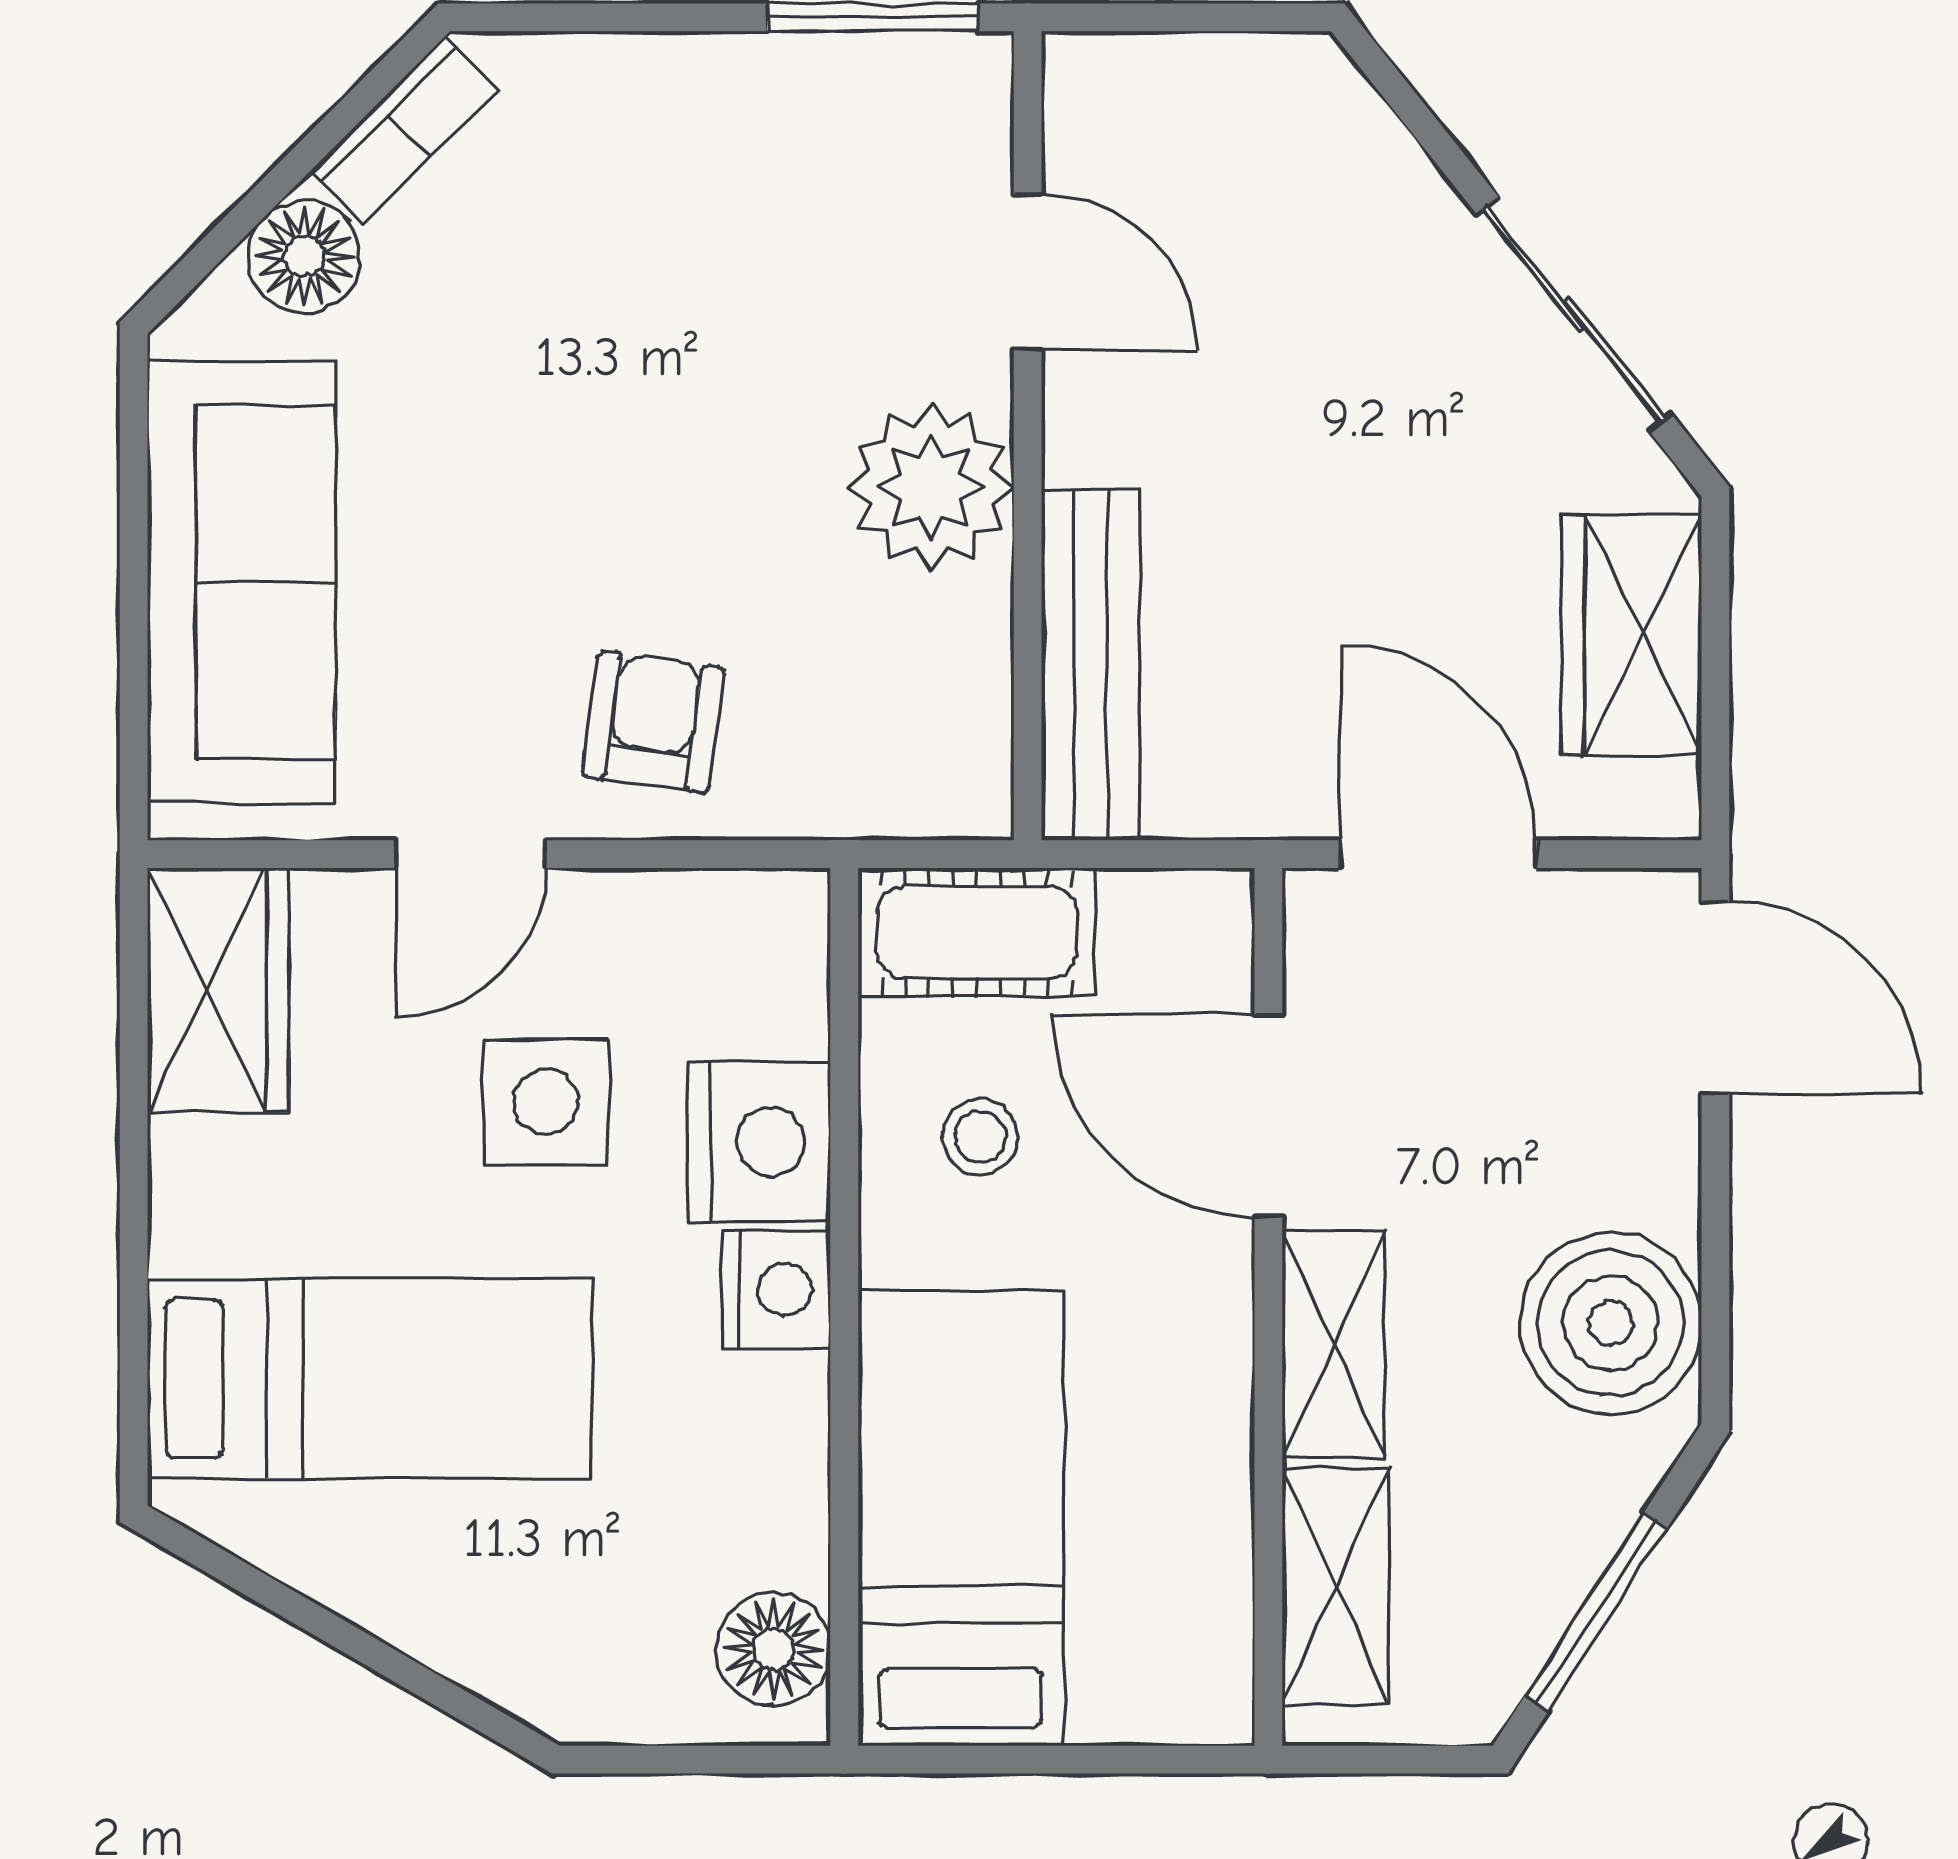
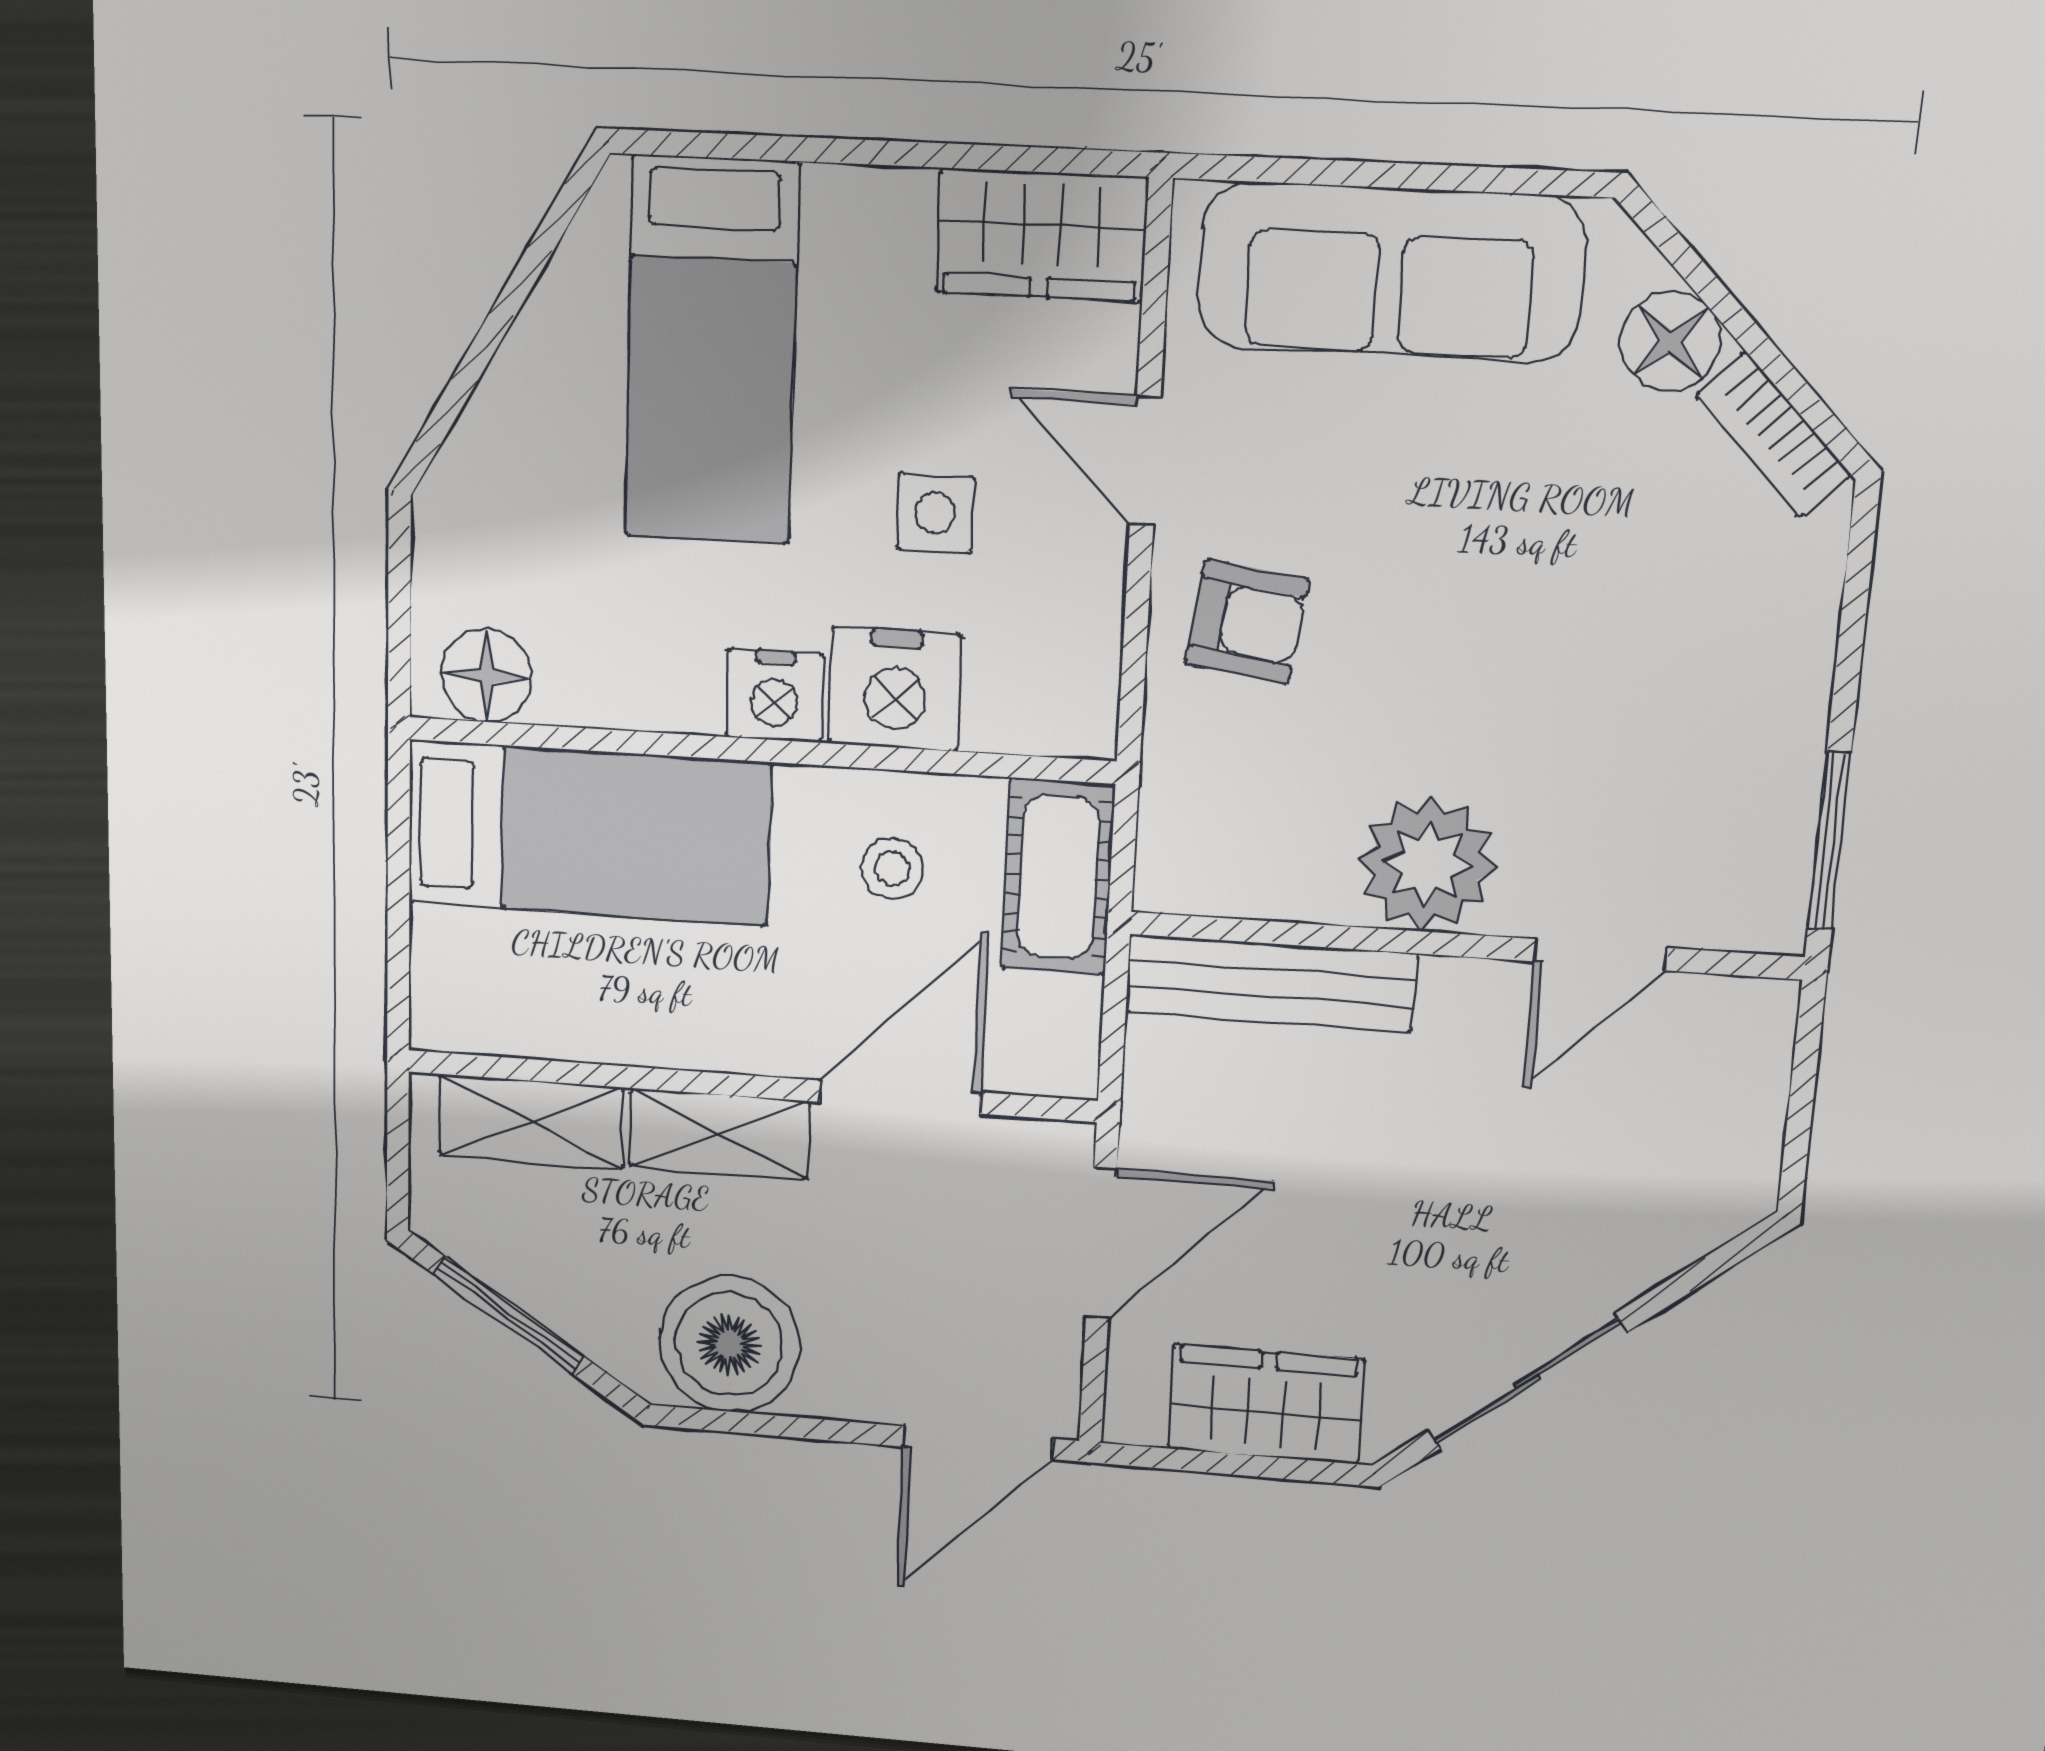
side table: (546, 1102) -> (935, 513), width x0.73, depth x0.73

